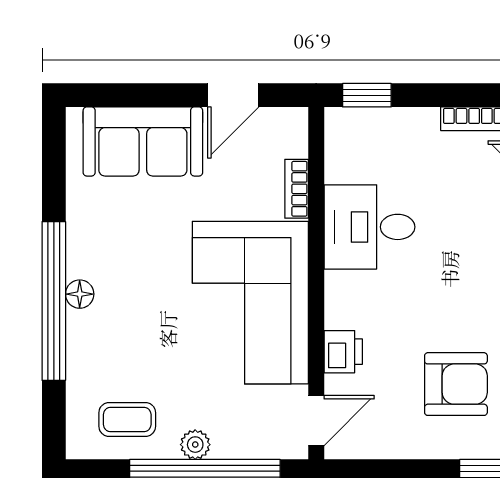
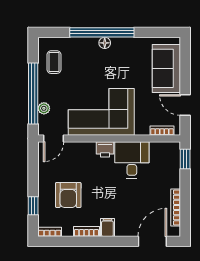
bookcase: (297, 189) -> (162, 131), moved
printer: (343, 352) -> (105, 149), moved
door: (316, 420) -> (54, 138), hinge flipped
plant: (195, 445) -> (44, 108), moved

